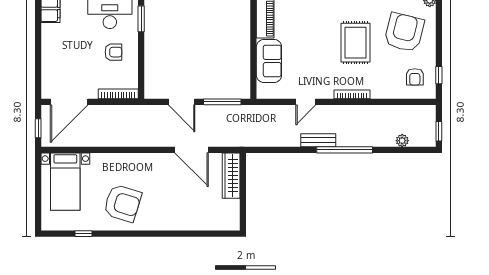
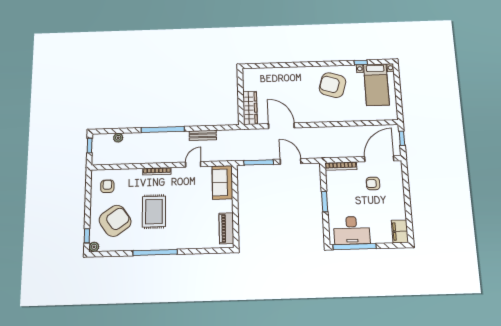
window: (141, 19) -> (325, 202), moved
armchair: (404, 32) -> (115, 221), turned -139
armchair: (113, 52) -> (373, 183), moved
sofa: (269, 61) -> (222, 182), moved
window: (439, 75) -> (87, 236), moved
bench: (318, 140) -> (203, 135), moved
bed with nightstands: (65, 182) -> (376, 85), moved, turned 180

